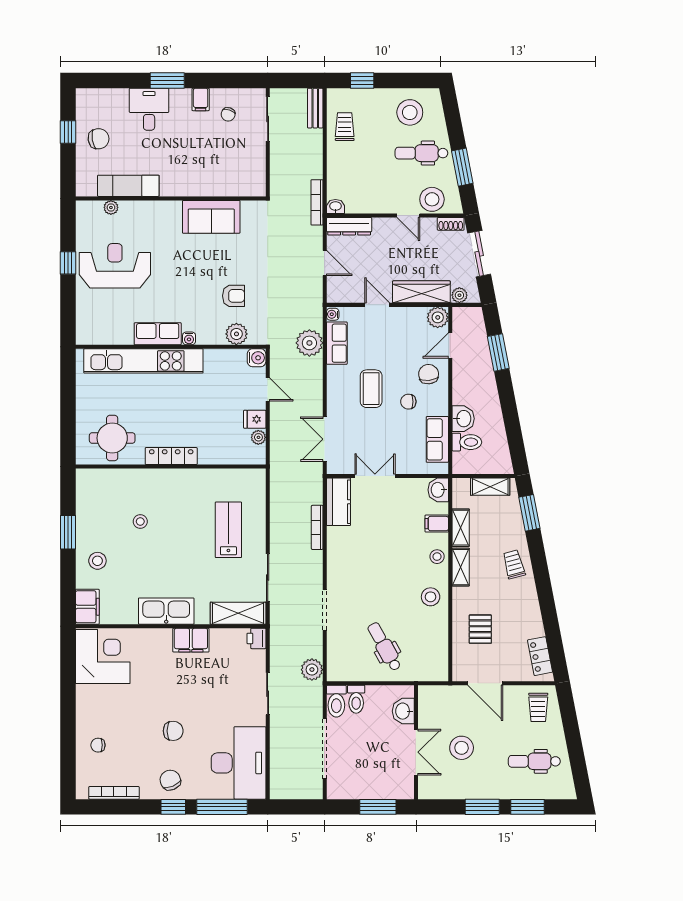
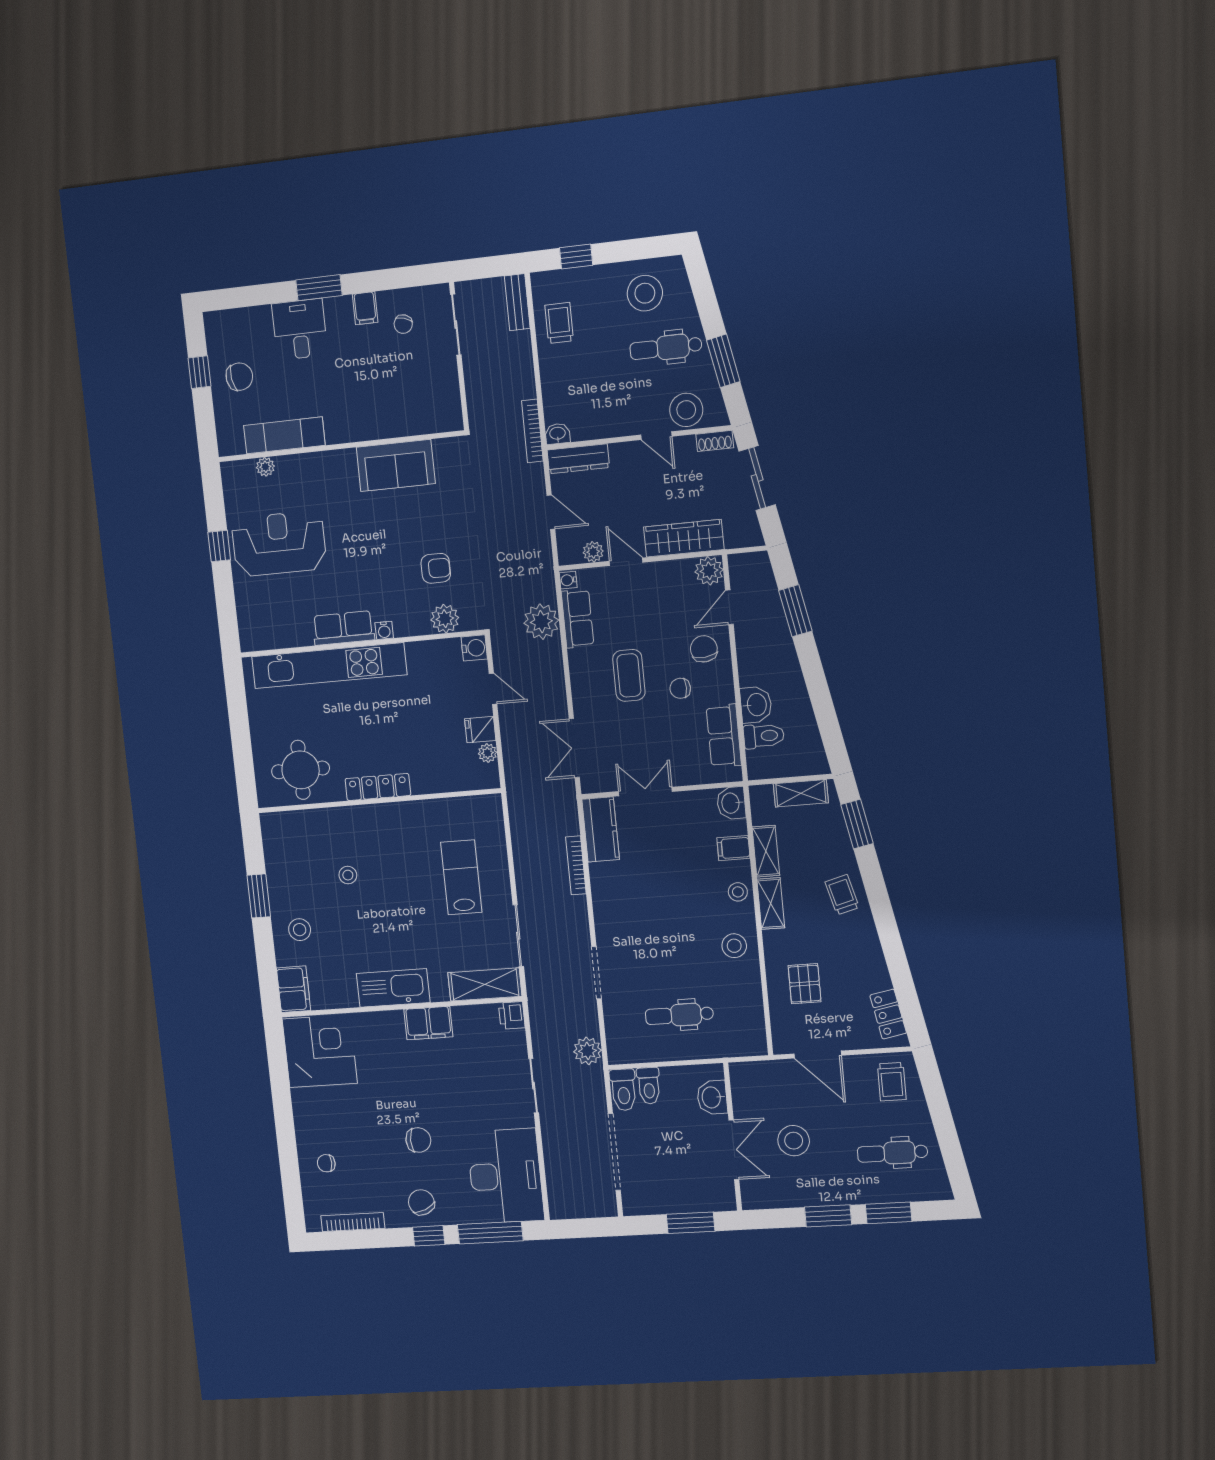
plant: (459, 295) -> (593, 552), moved
dental chair: (384, 647) -> (679, 1015), turned -61

